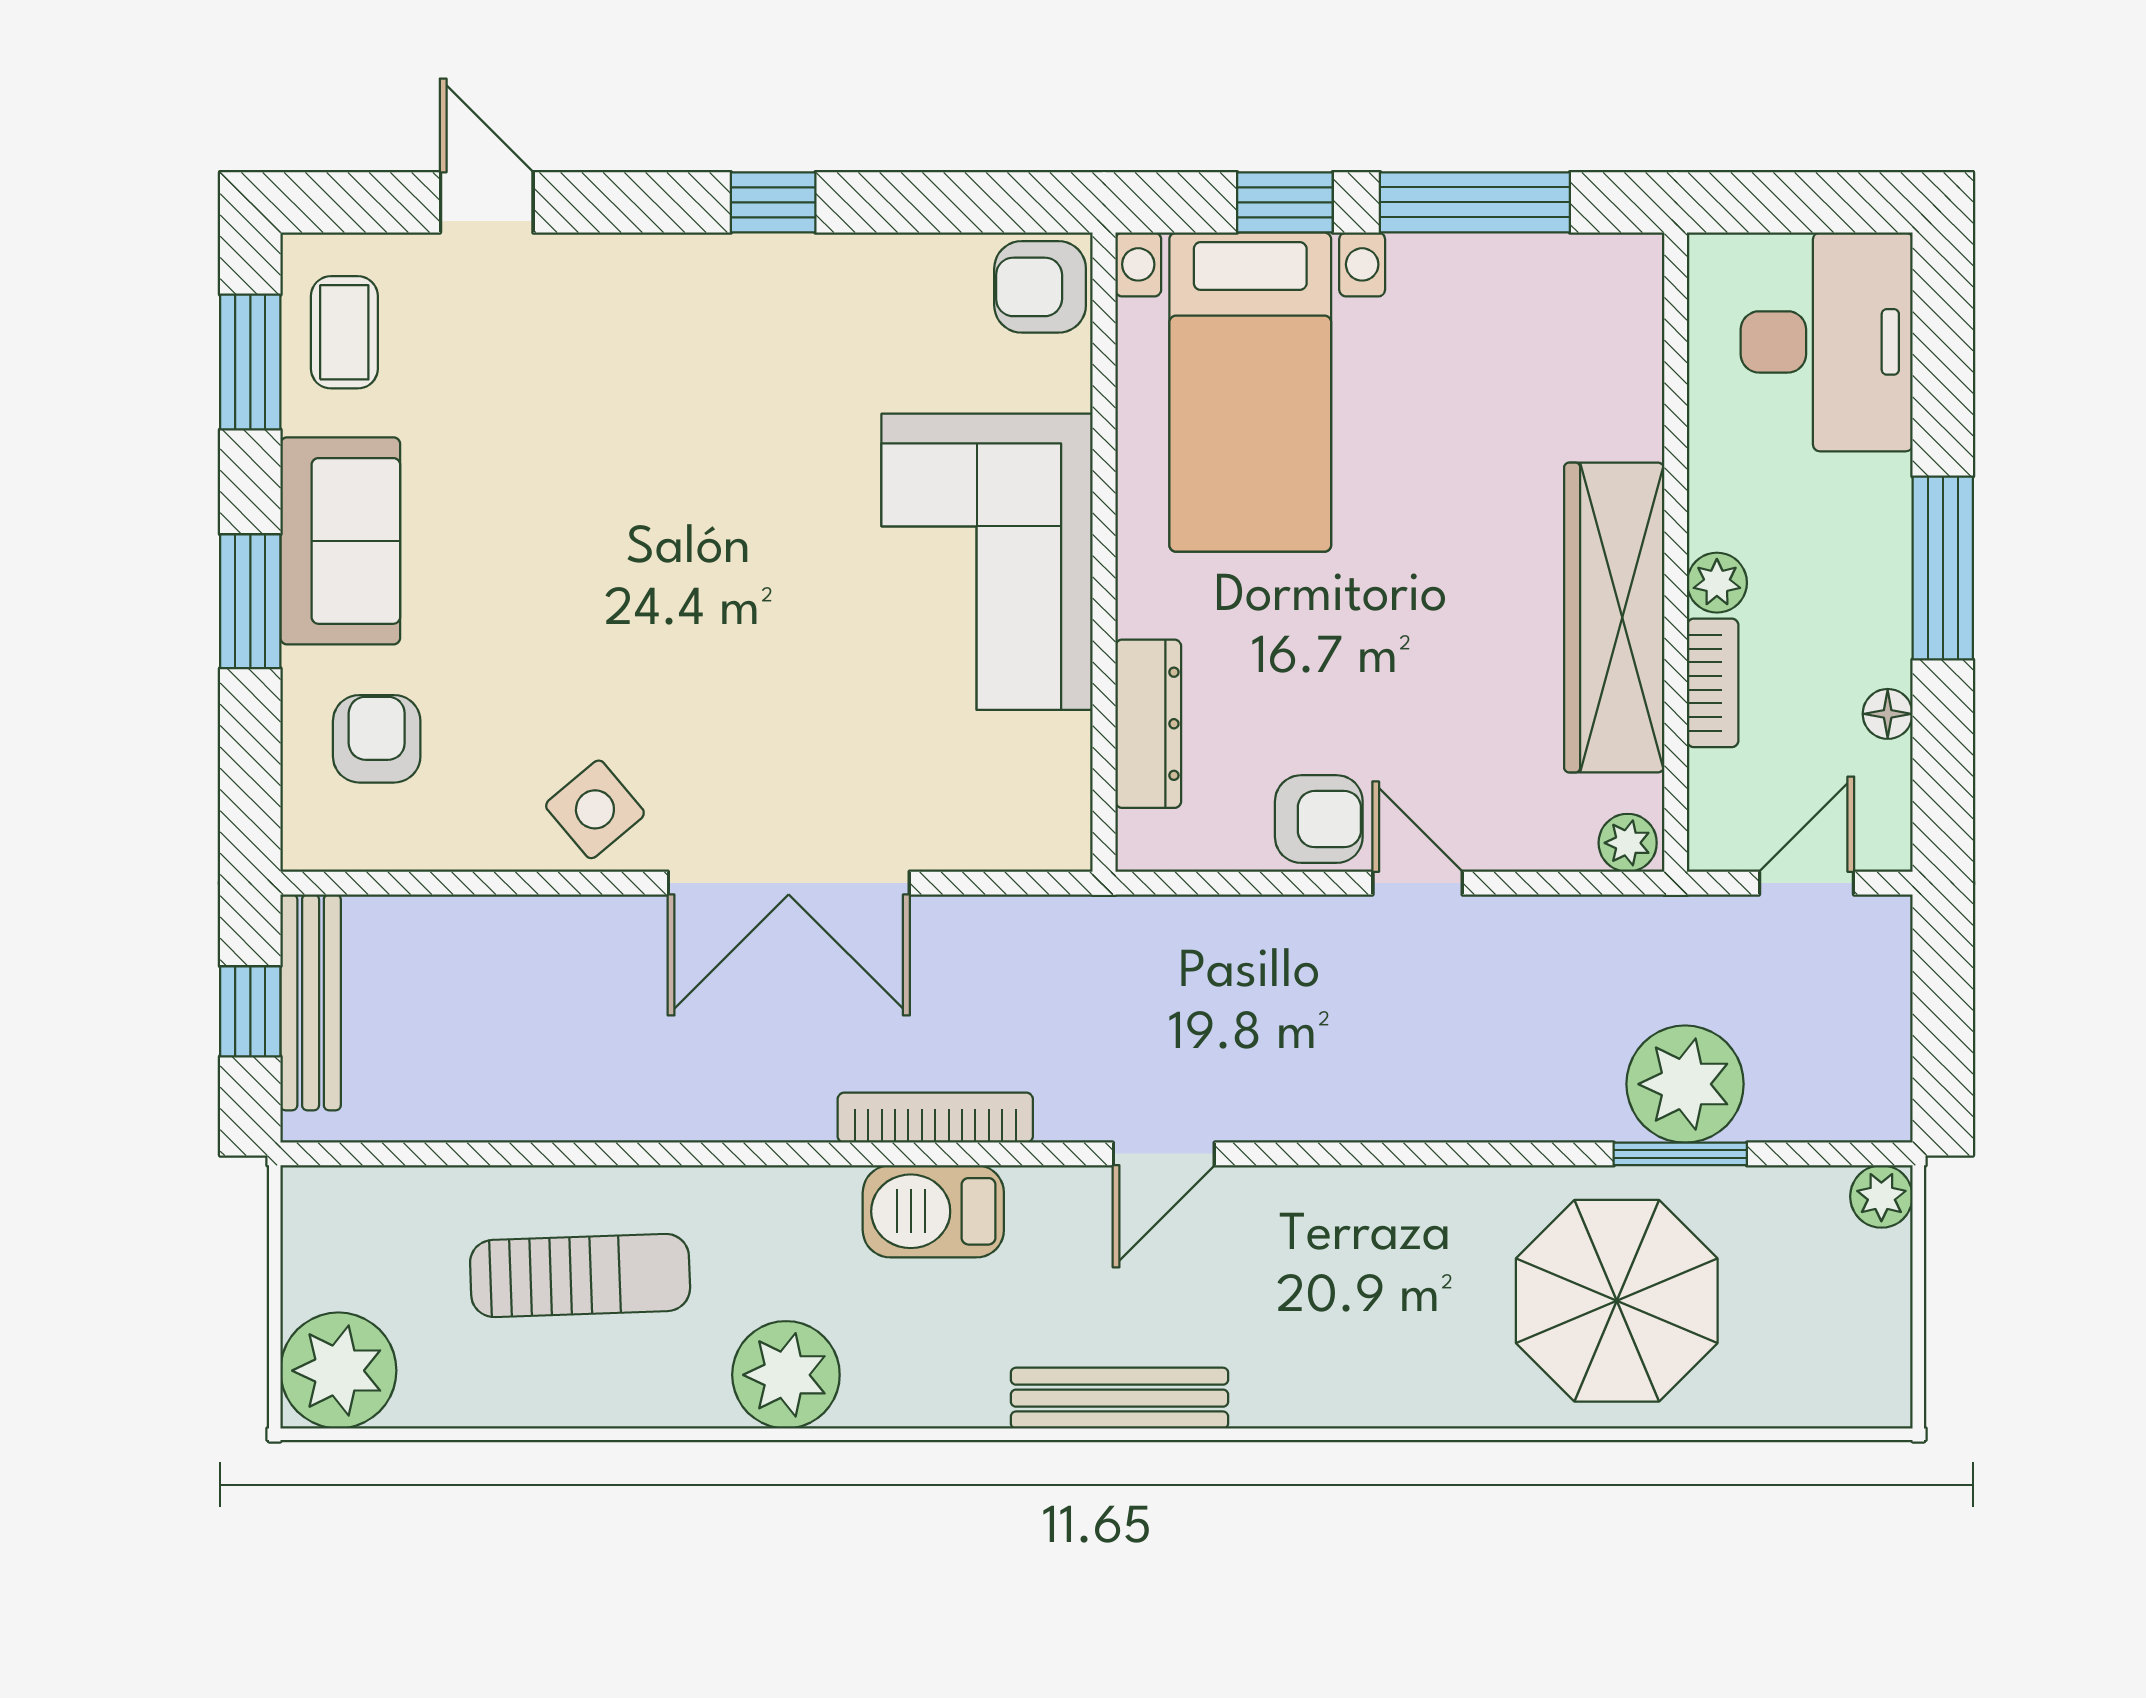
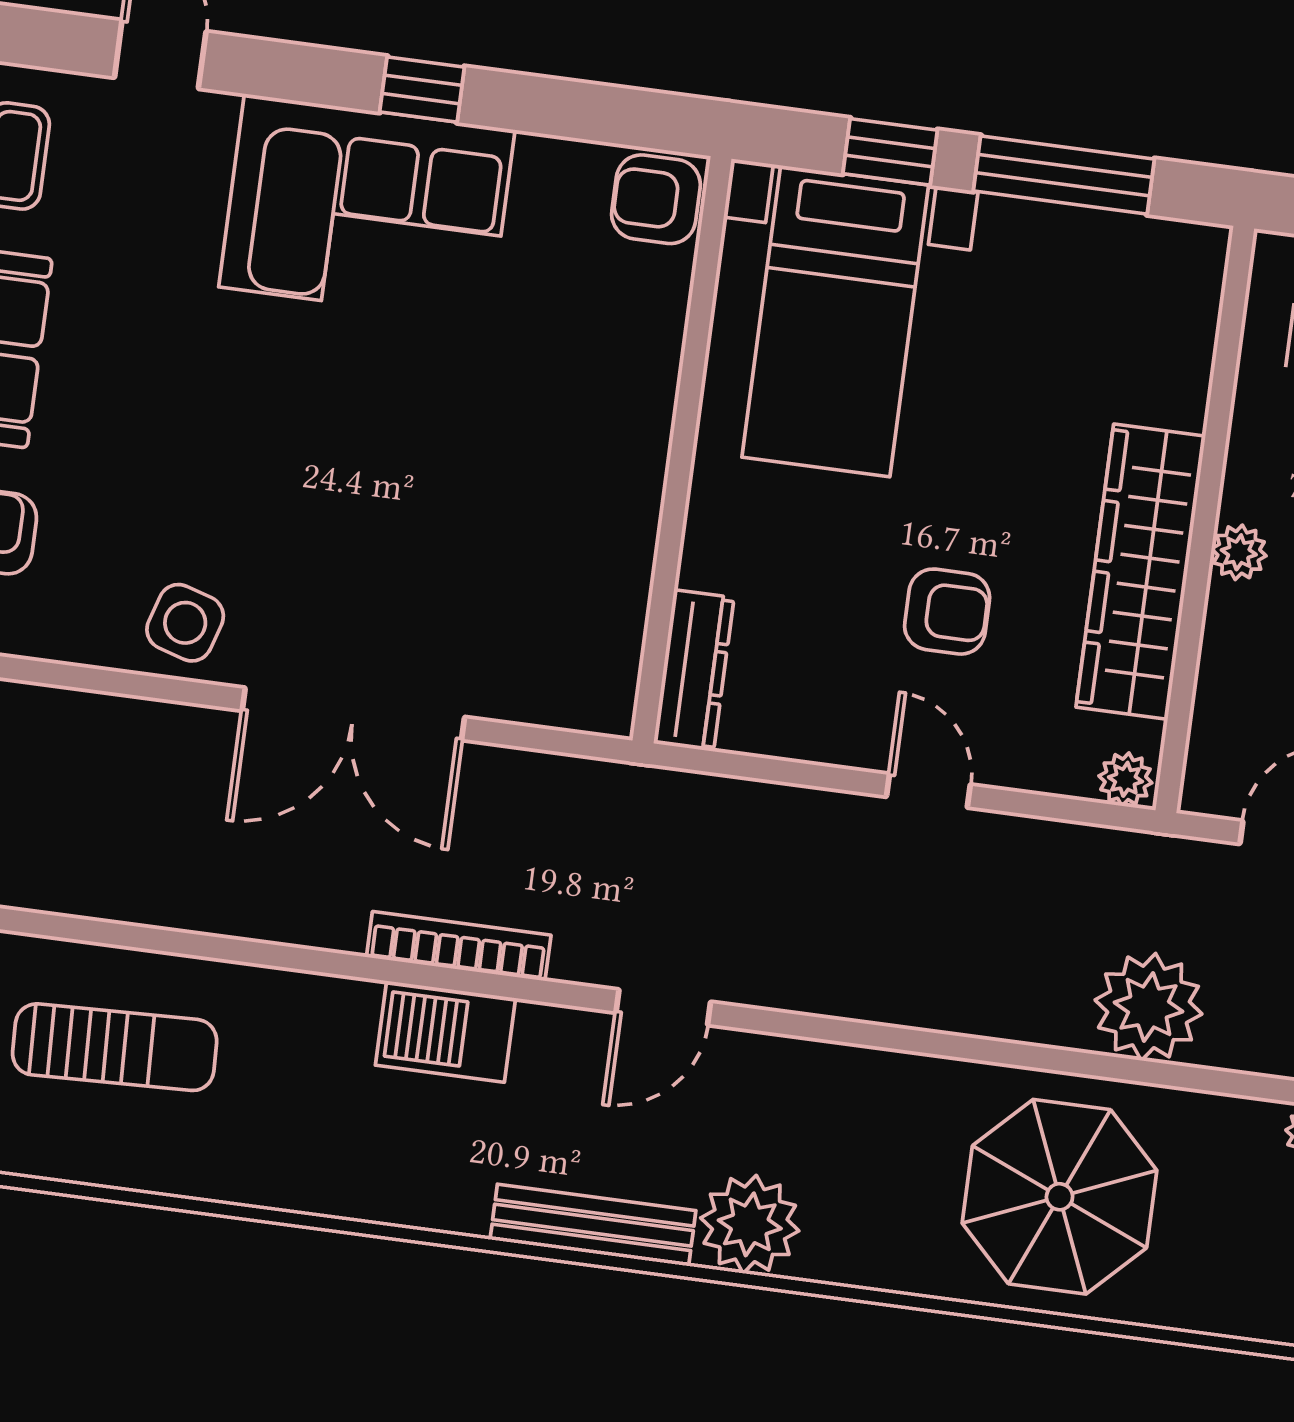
corner sofa: (987, 562) -> (367, 208), moved, turned -90
bookcase: (1713, 683) -> (1223, 643), removed
dresser: (1148, 724) -> (694, 670), moved
side table: (595, 809) -> (185, 623), turned -33
armchair: (1319, 819) -> (947, 612), moved
window: (1680, 1154) -> (1136, 1070), removed
plant: (786, 1375) -> (750, 1224), moved

